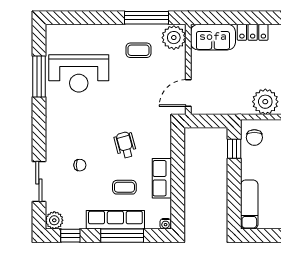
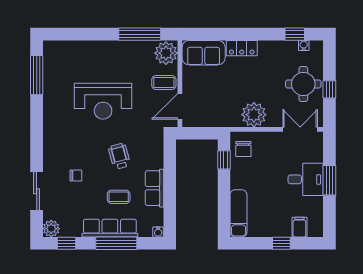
coffee table: (139, 50) -> (164, 83), moved
reception desk: (79, 73) -> (103, 101), moved
window: (39, 77) -> (37, 75), moved

